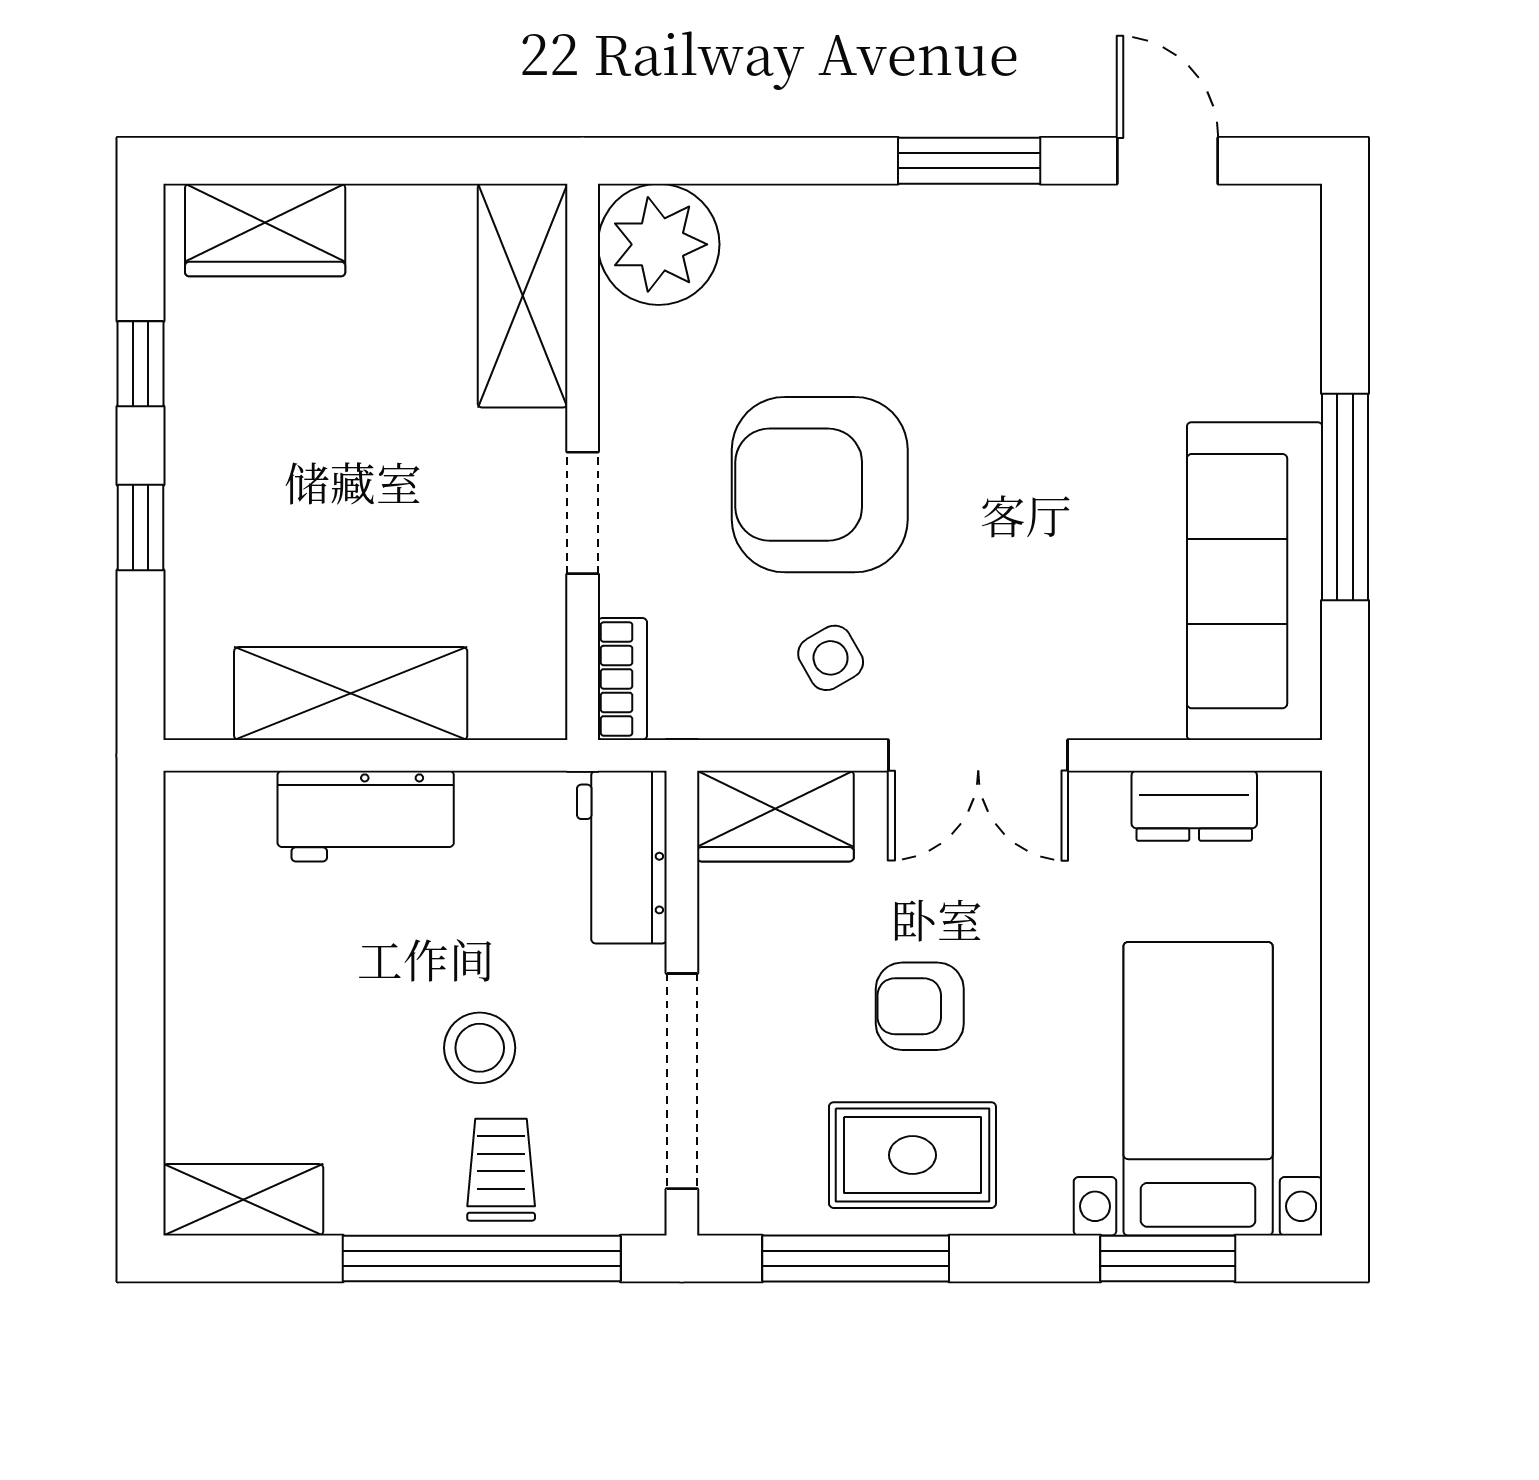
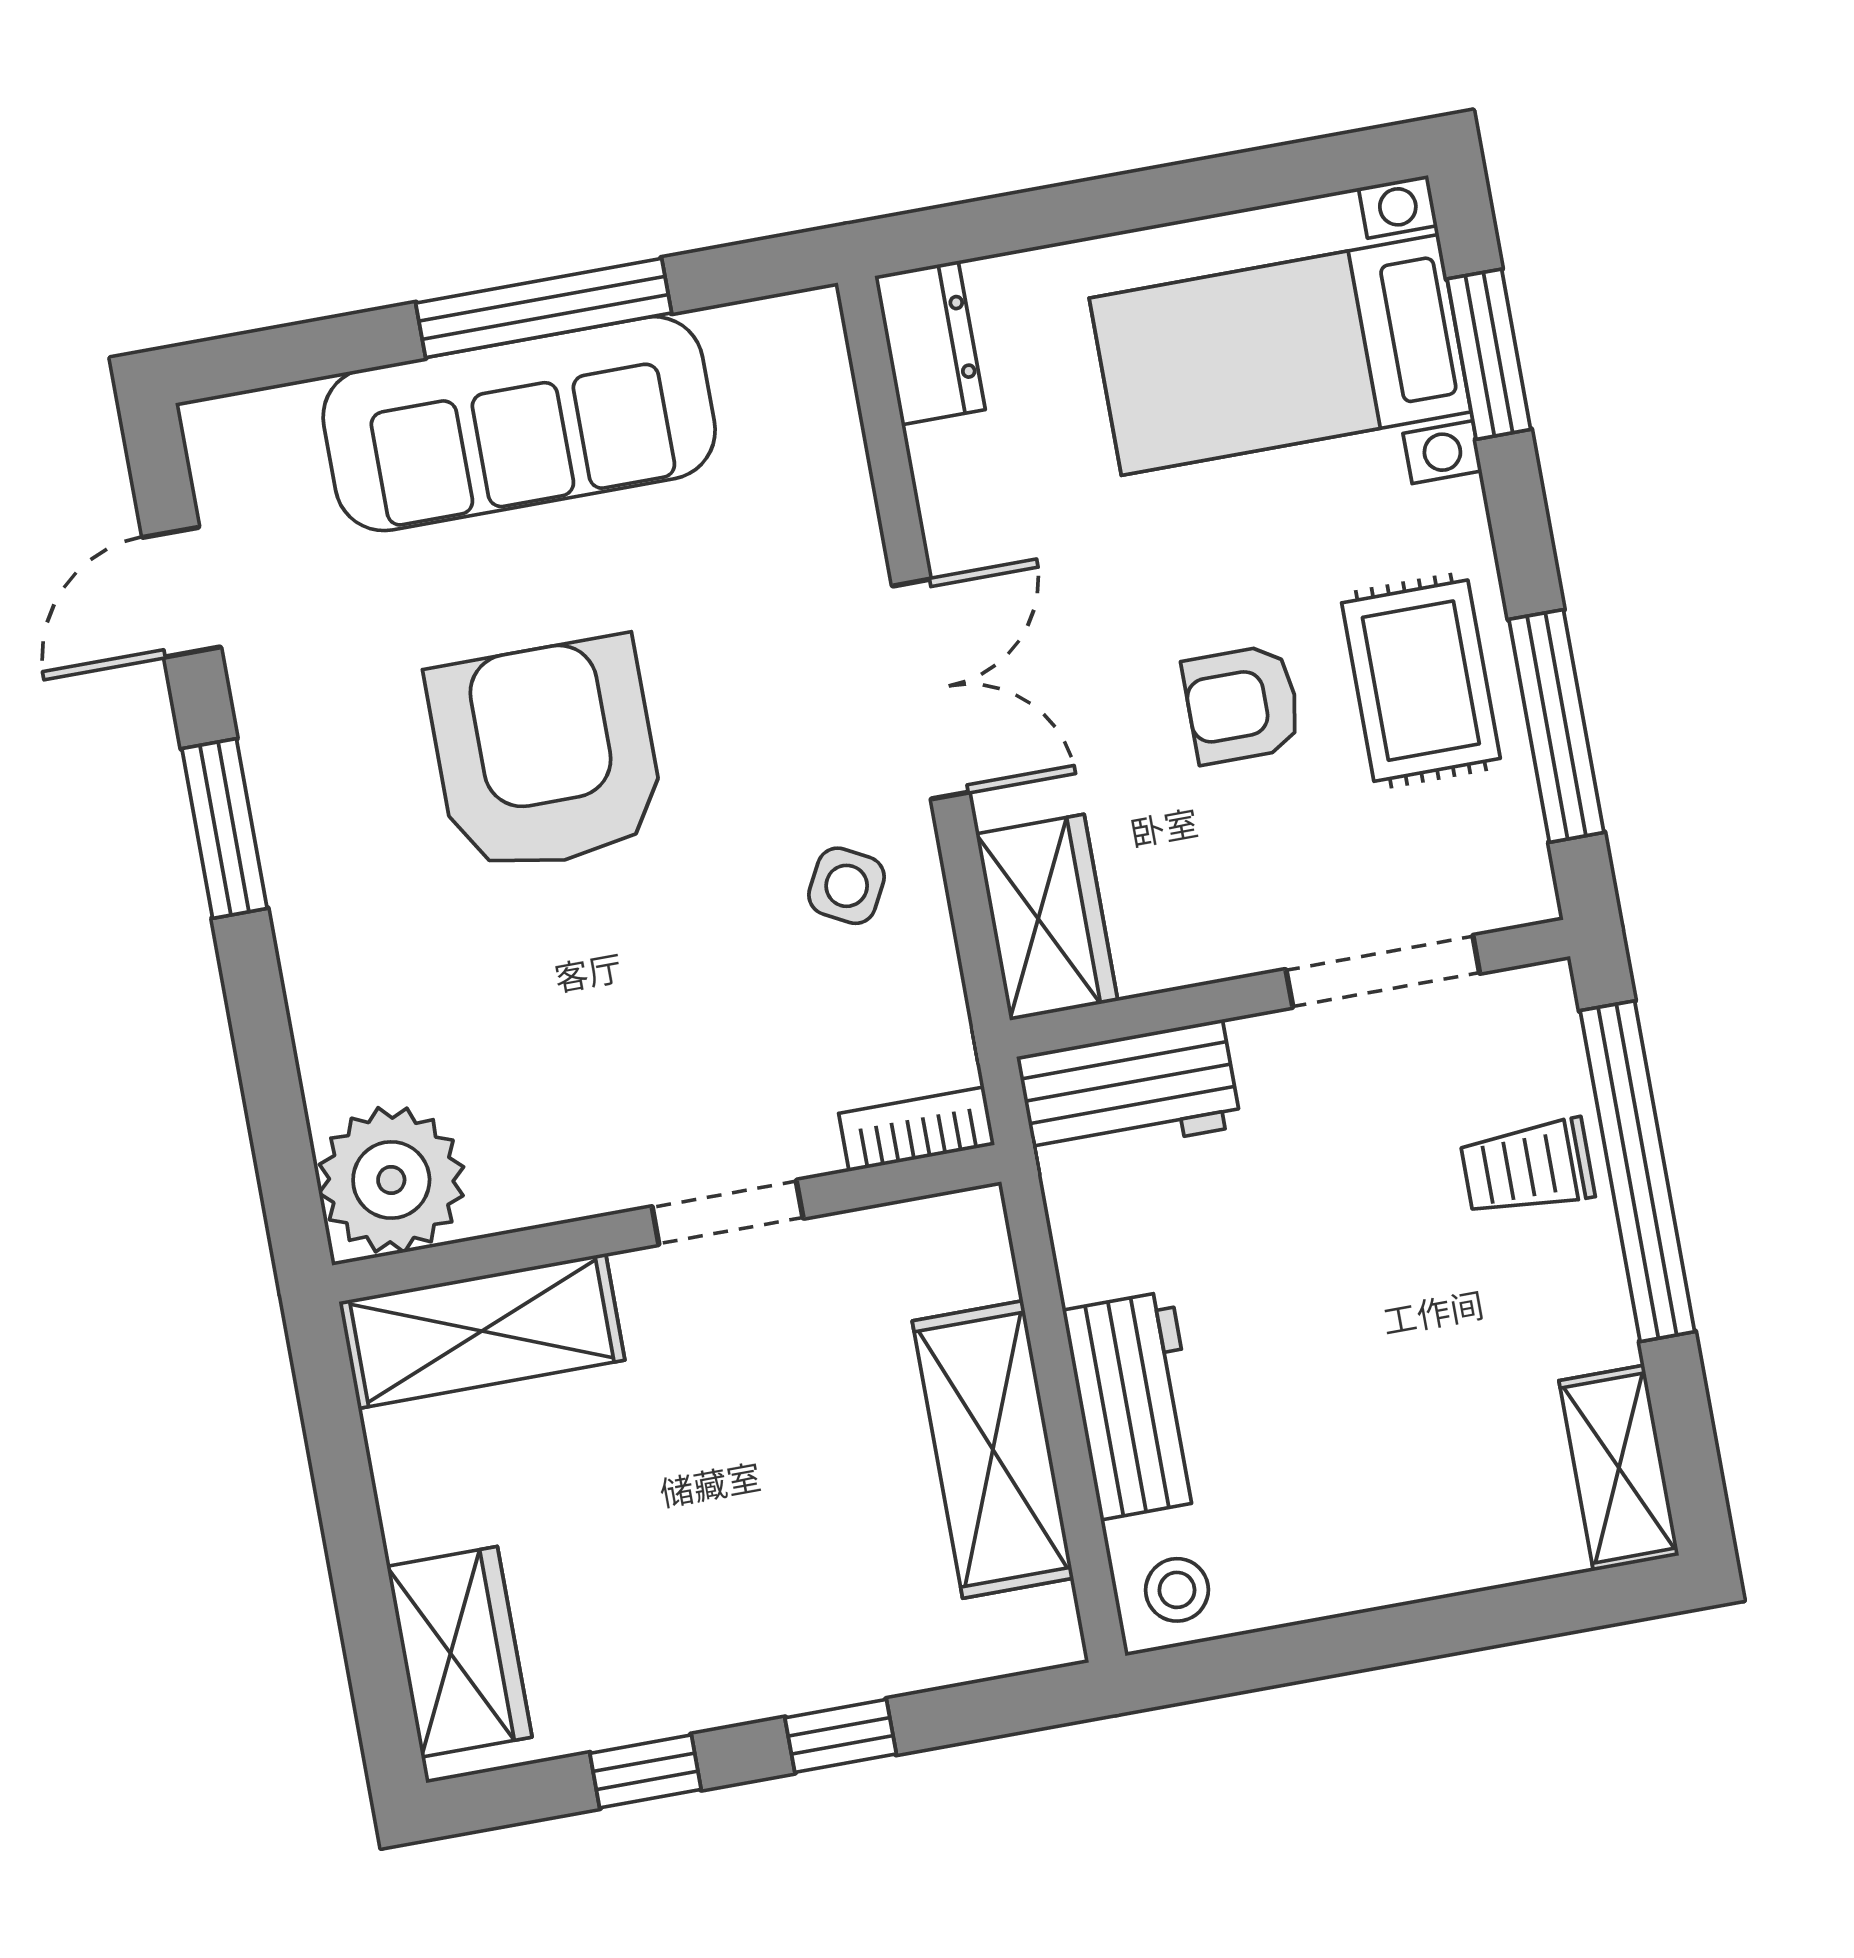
armchair: (820, 485) -> (546, 755), moved, turned 180
sofa: (1255, 581) -> (519, 424), moved
side table: (831, 658) -> (847, 886), turned -32
dresser: (1194, 806) -> (930, 343), moved
armchair: (920, 1006) -> (1242, 704), turned 90
stool: (480, 1048) -> (1177, 1590), moved, width x0.73, depth x0.73
doorway: (682, 1081) -> (1383, 971), width x0.73

